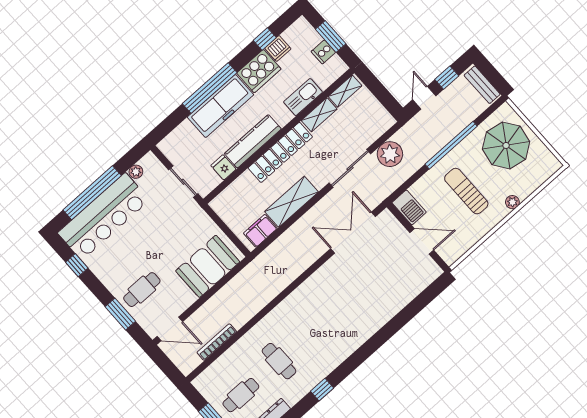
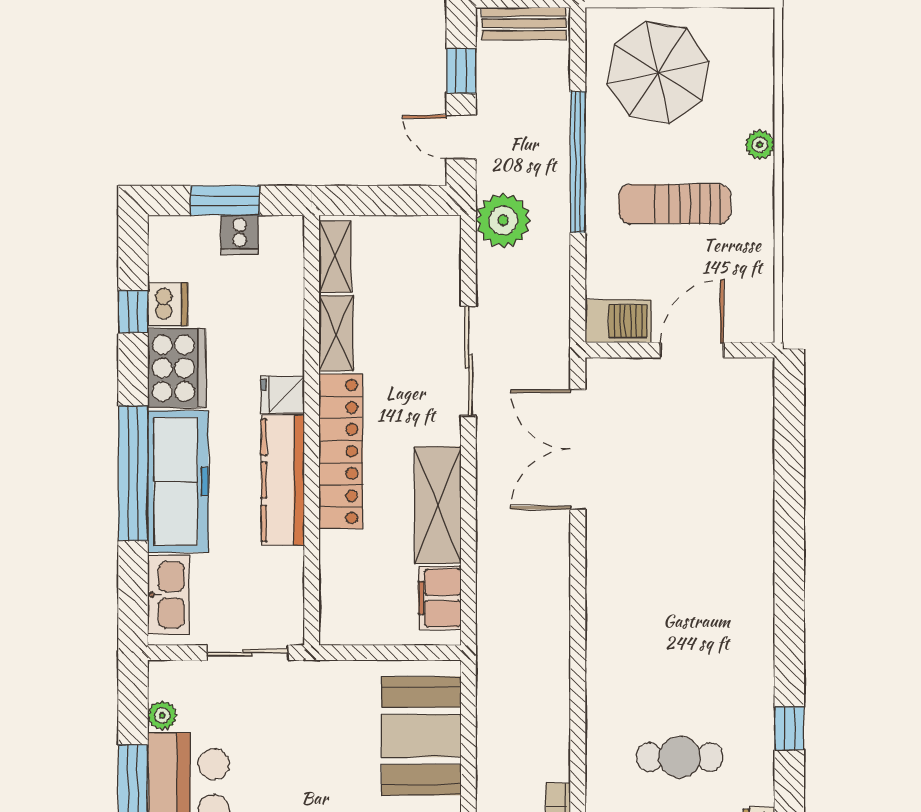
kitchen sink: (303, 97) -> (168, 595), moved, turned 180
plant: (390, 154) -> (503, 220), moved
fridge: (223, 167) -> (283, 394), moved

